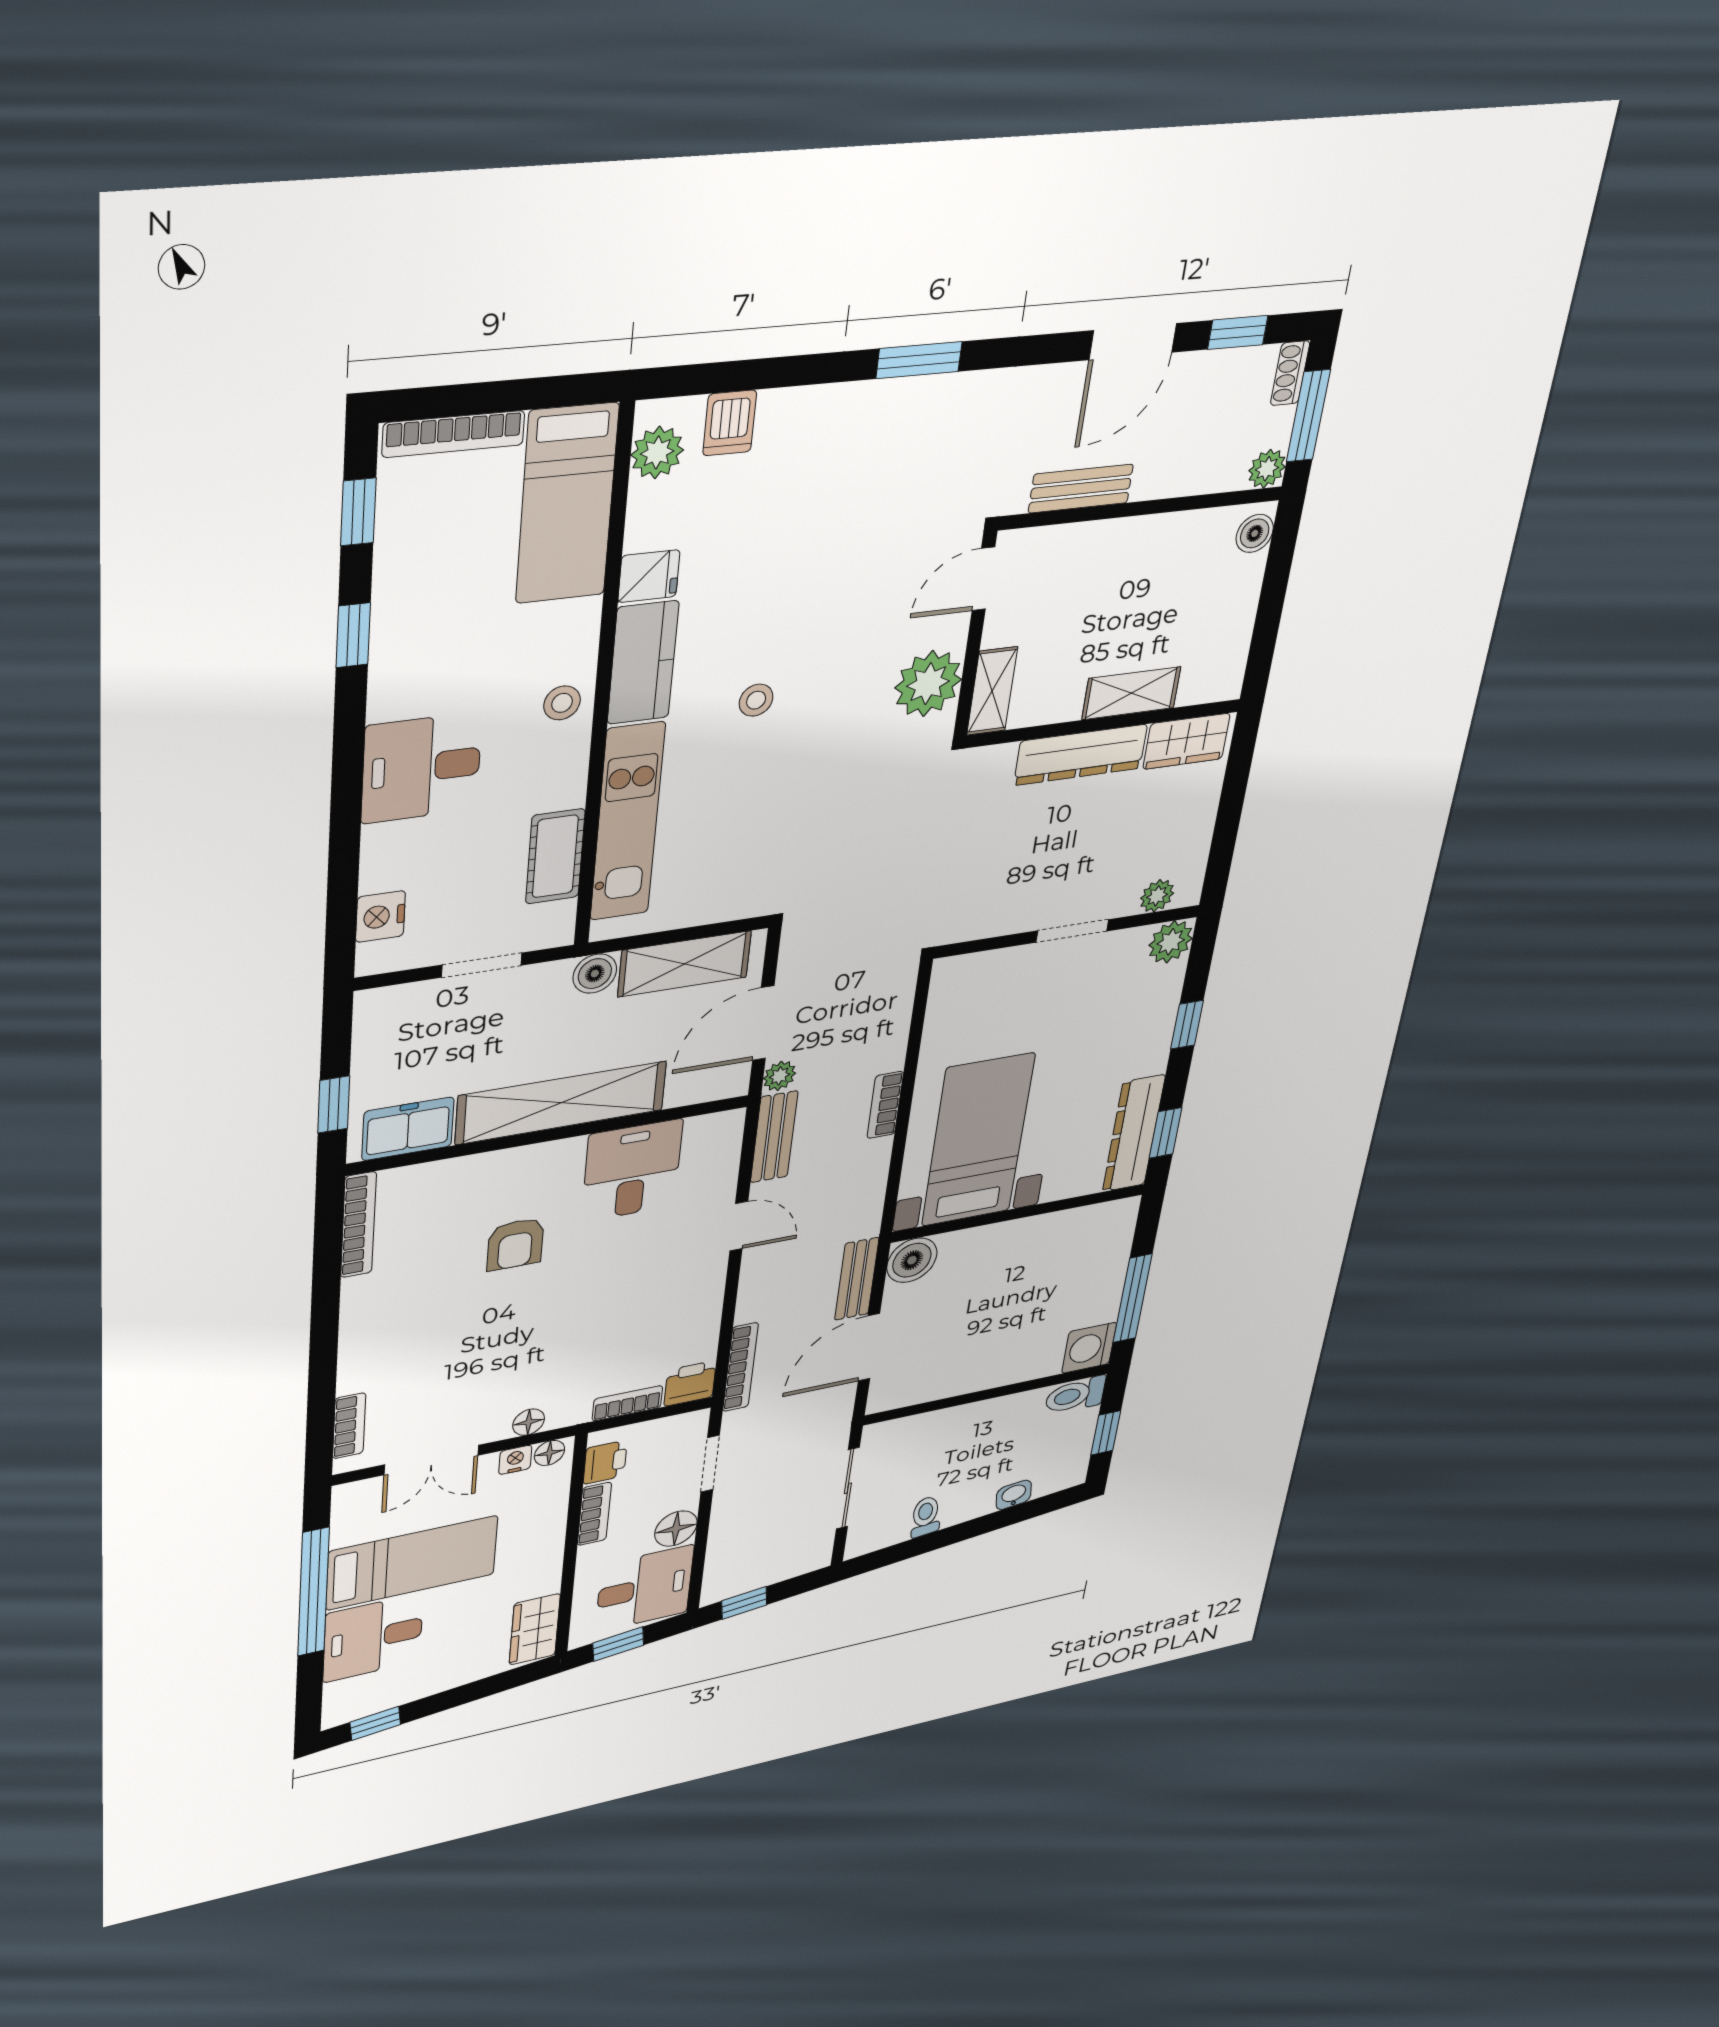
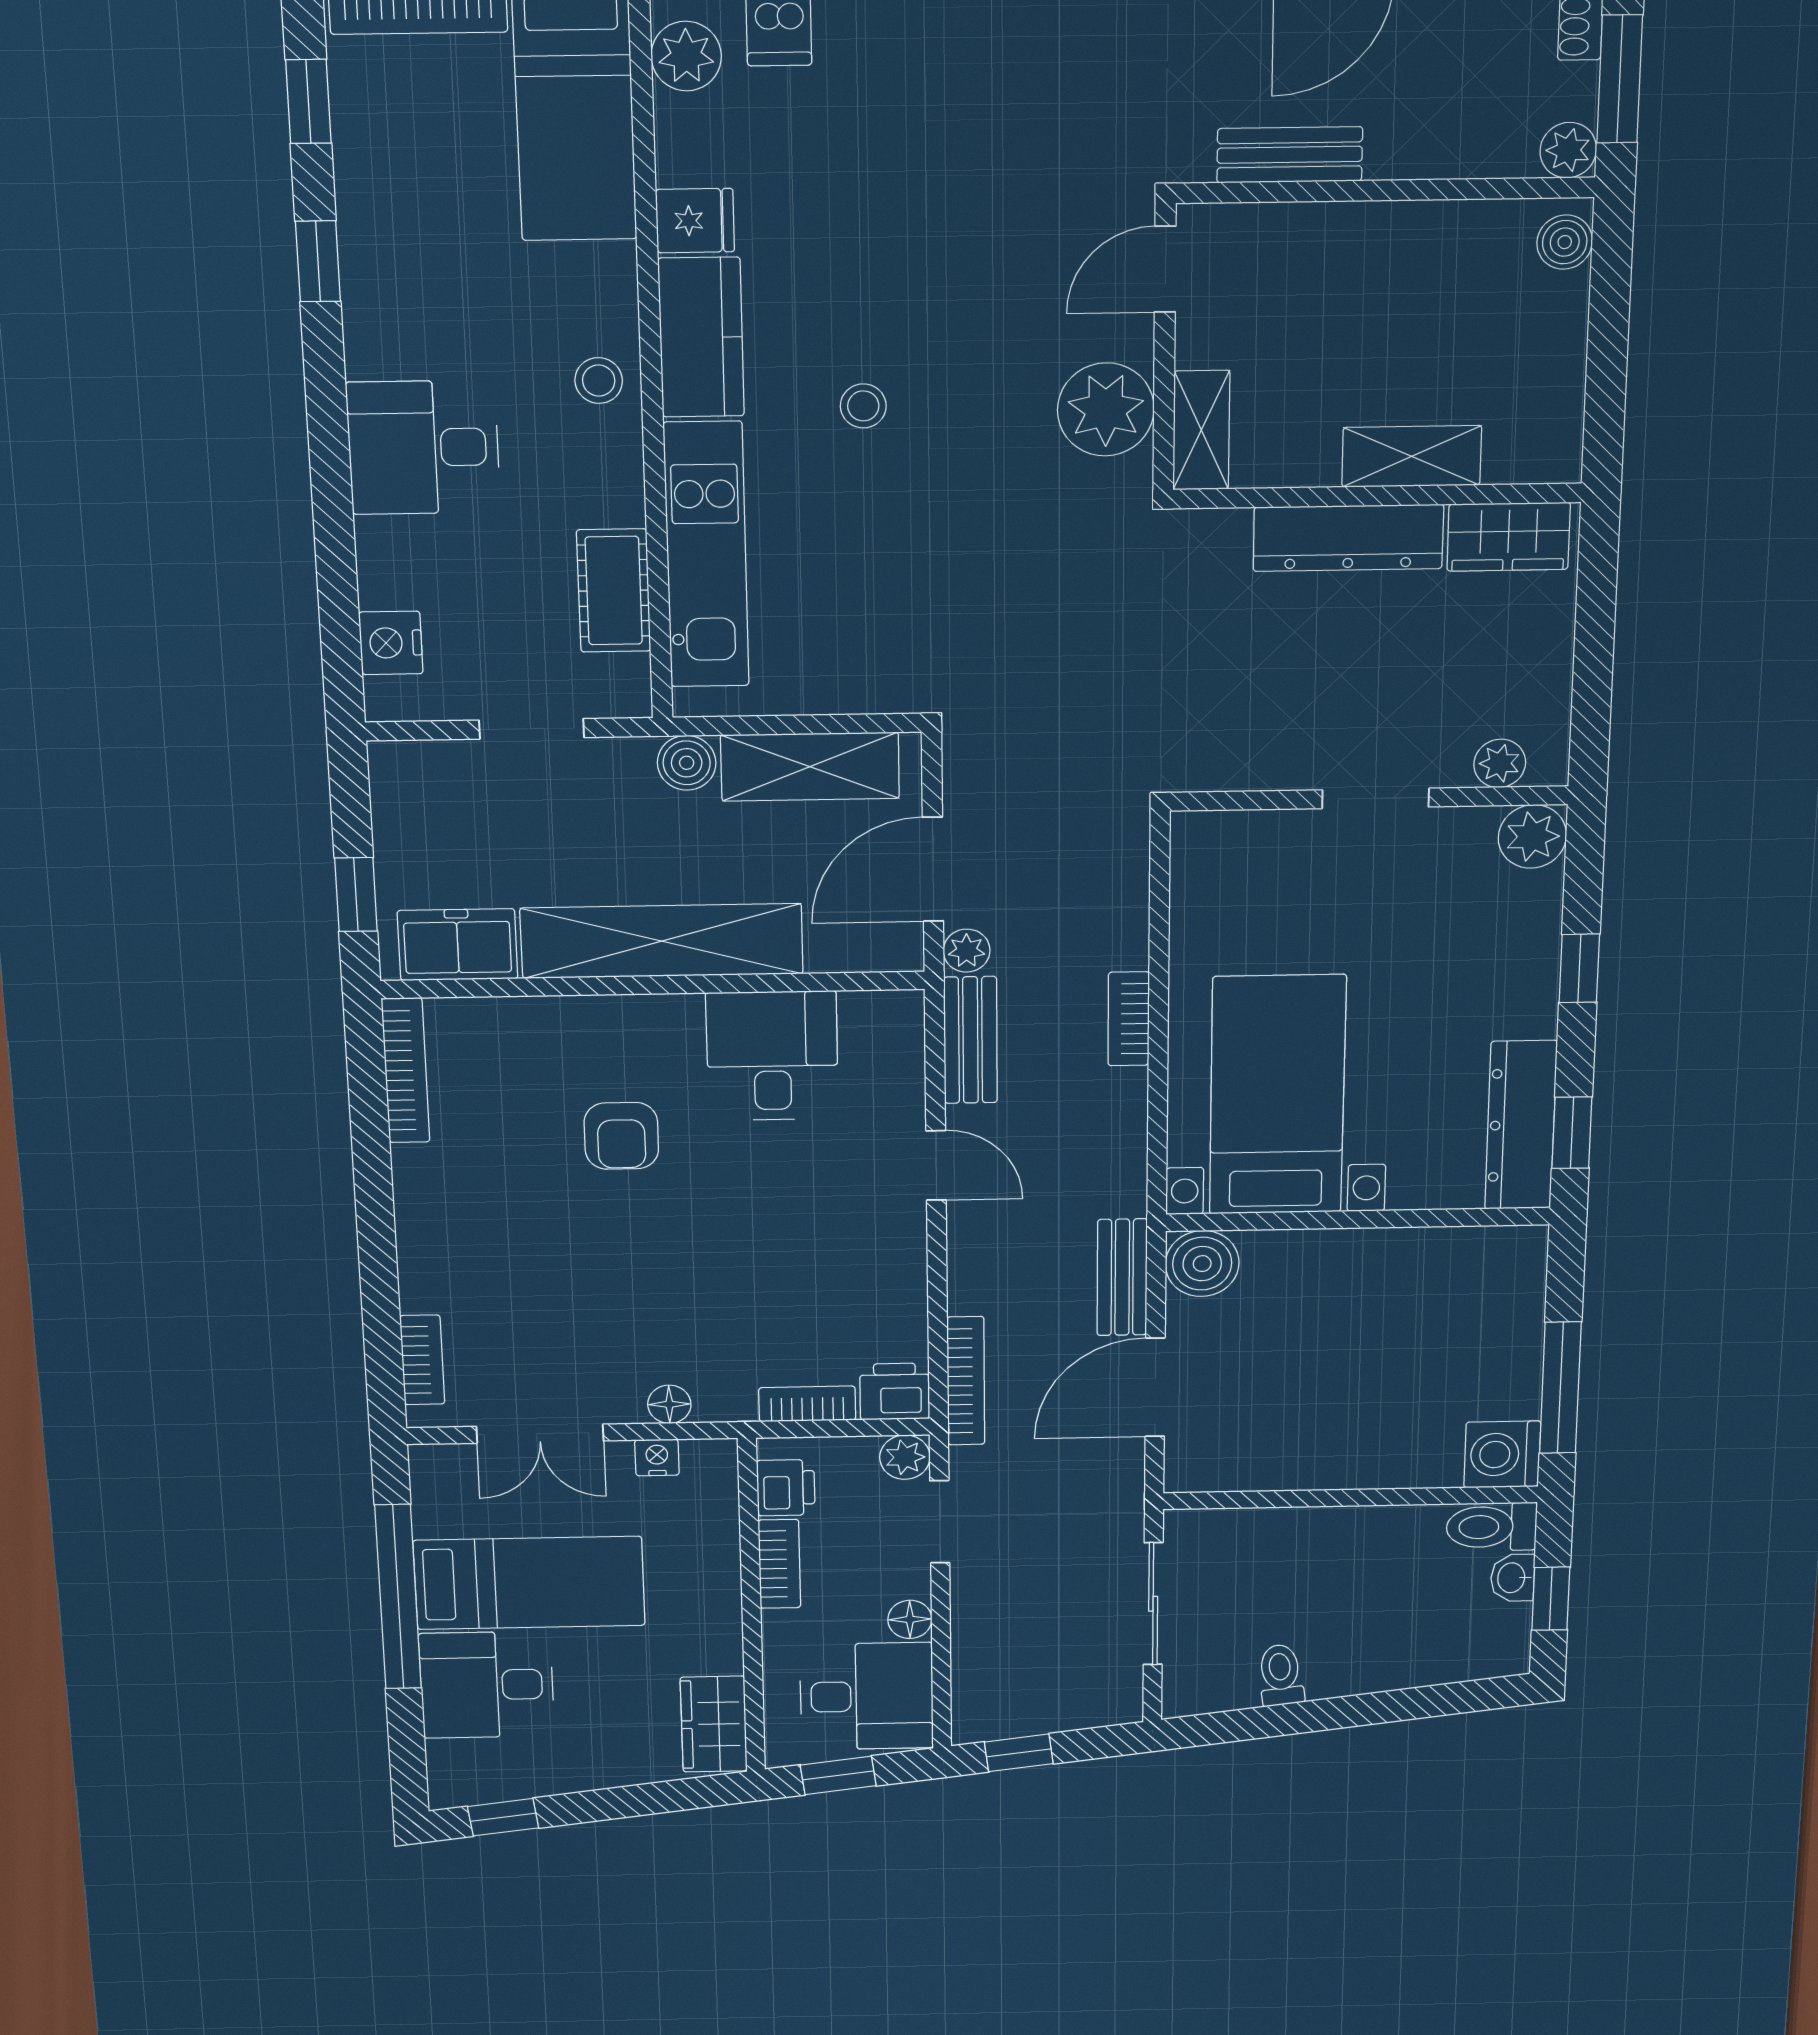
plant: (692, 1426) -> (905, 1457), added
floor lamp: (549, 1453) -> (704, 1457), removed
washbasin: (1014, 1495) -> (1512, 1578), moved, turned -83
floor lamp: (676, 1529) -> (910, 1619), width x0.73, depth x0.73

